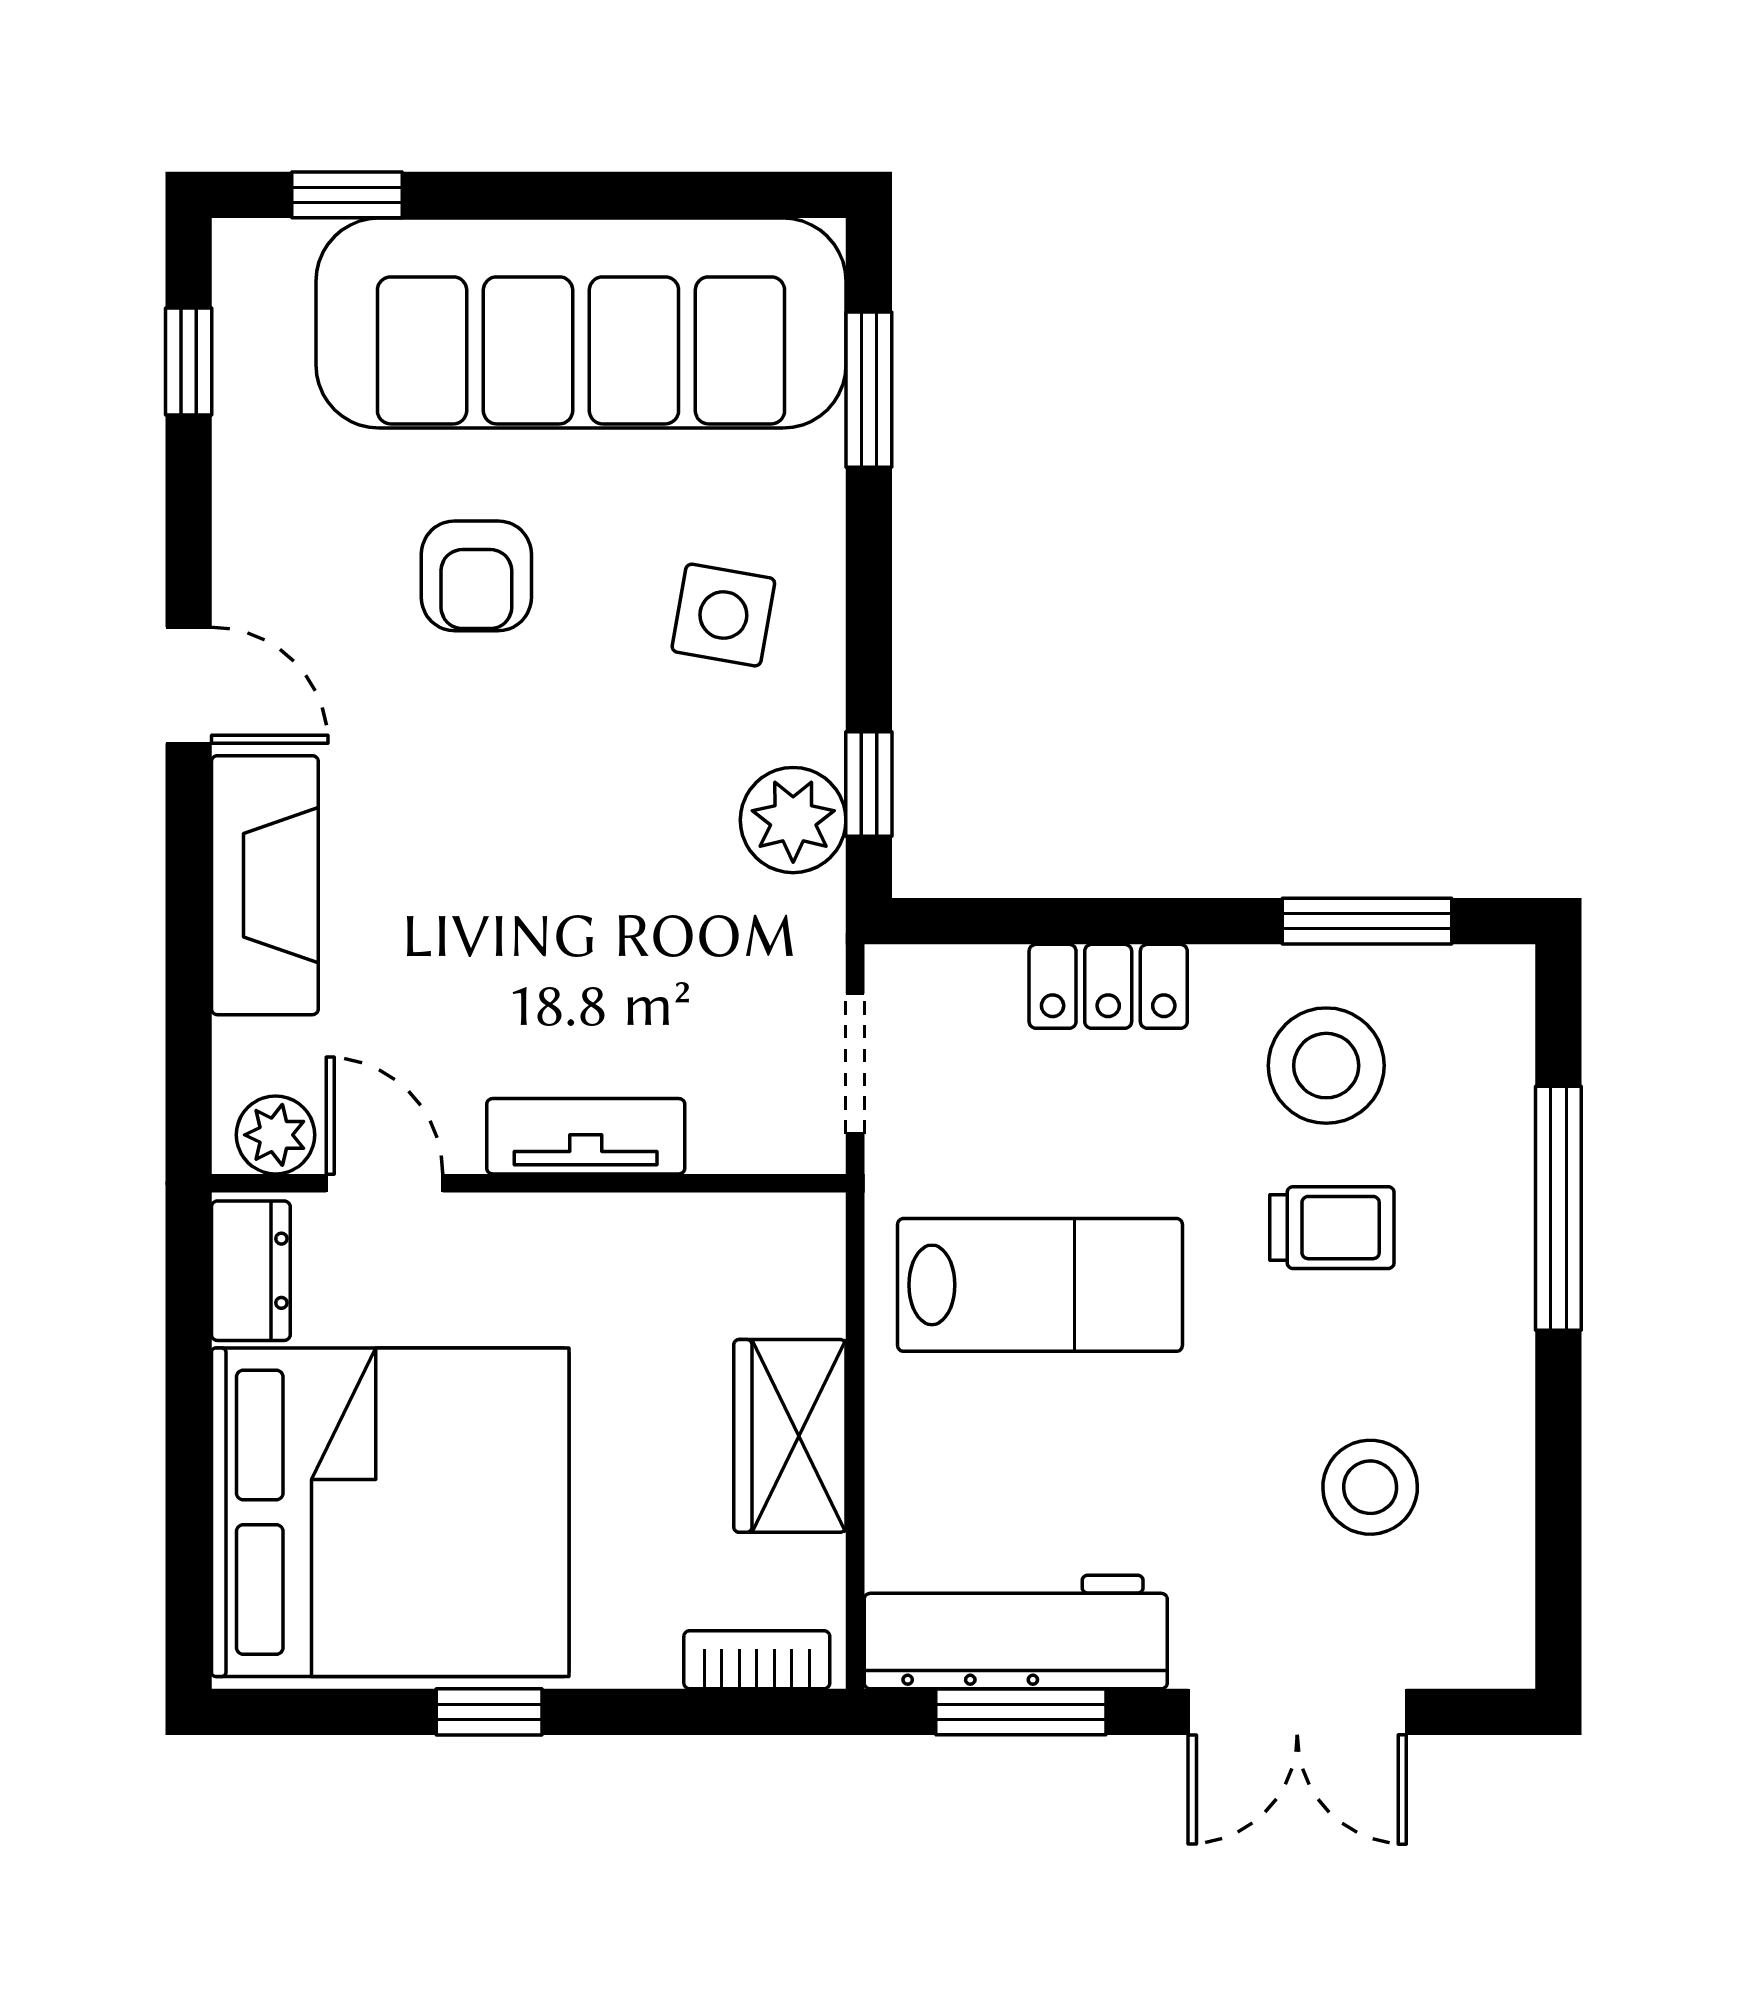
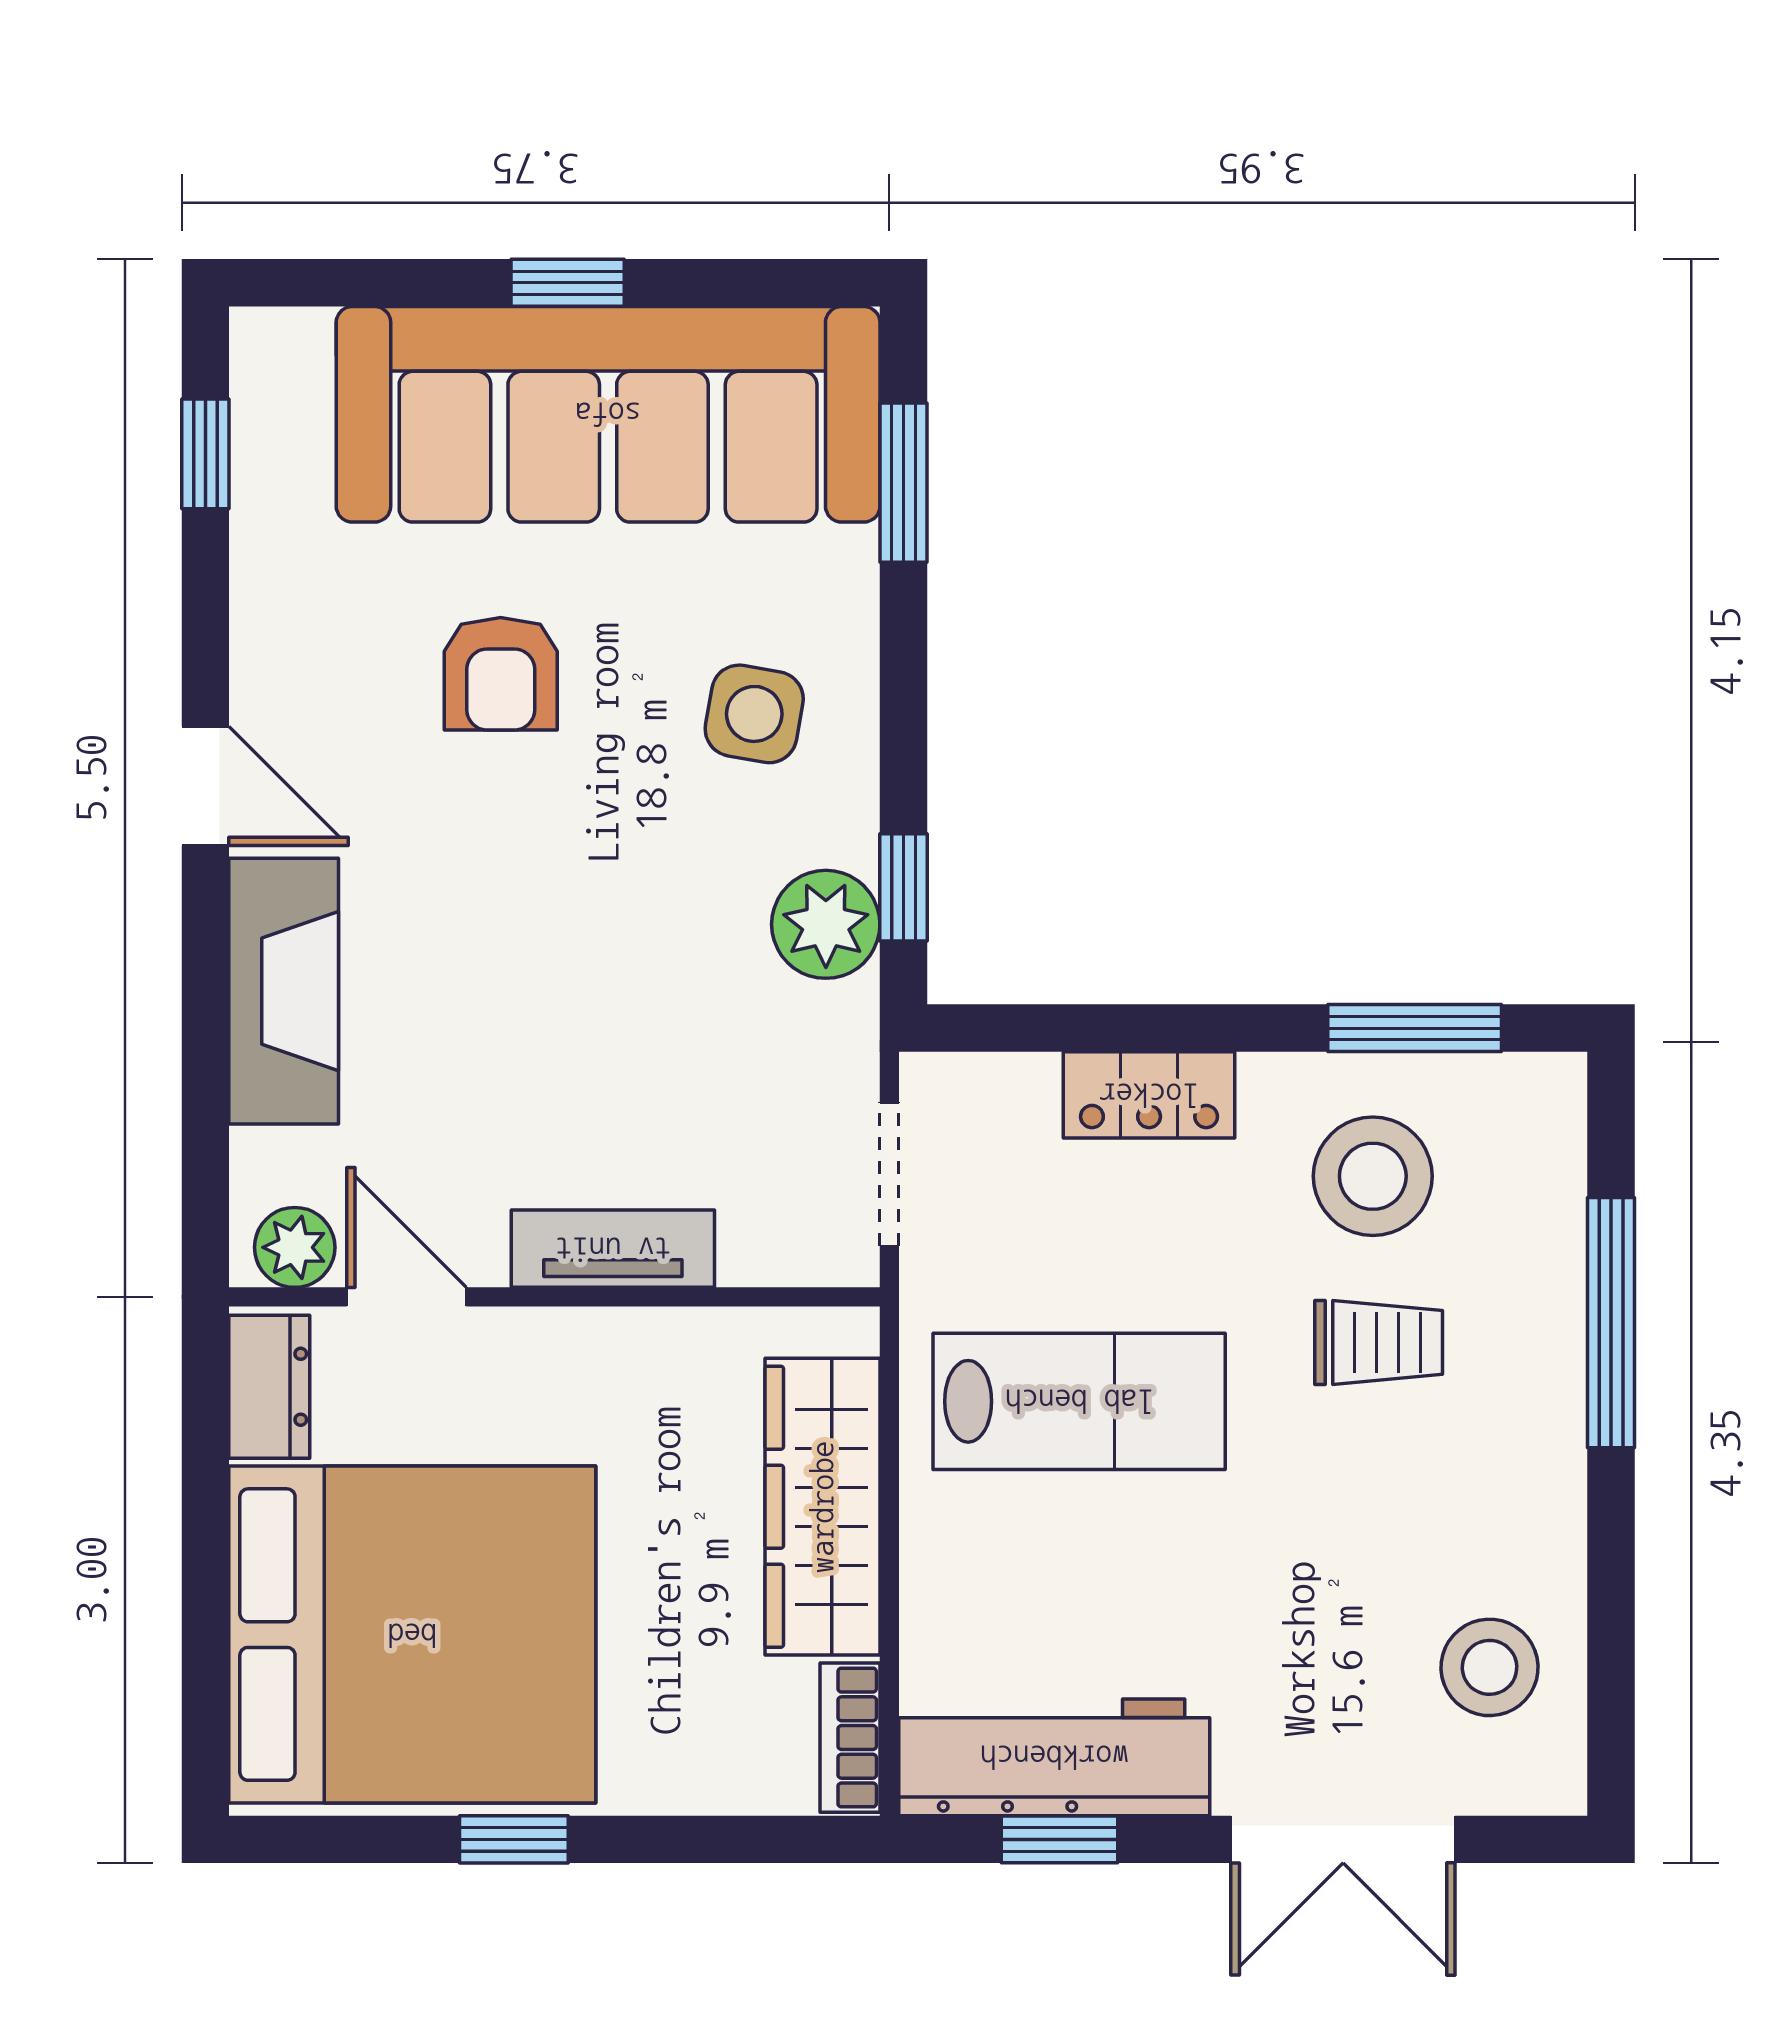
window: (347, 195) -> (568, 283), moved
wardrobe: (790, 1436) -> (822, 1507), width x1.50
stool: (1370, 1487) -> (1490, 1667), moved
bookcase: (757, 1660) -> (850, 1738), moved, turned -90
window: (1021, 1712) -> (1059, 1839), width x0.67

